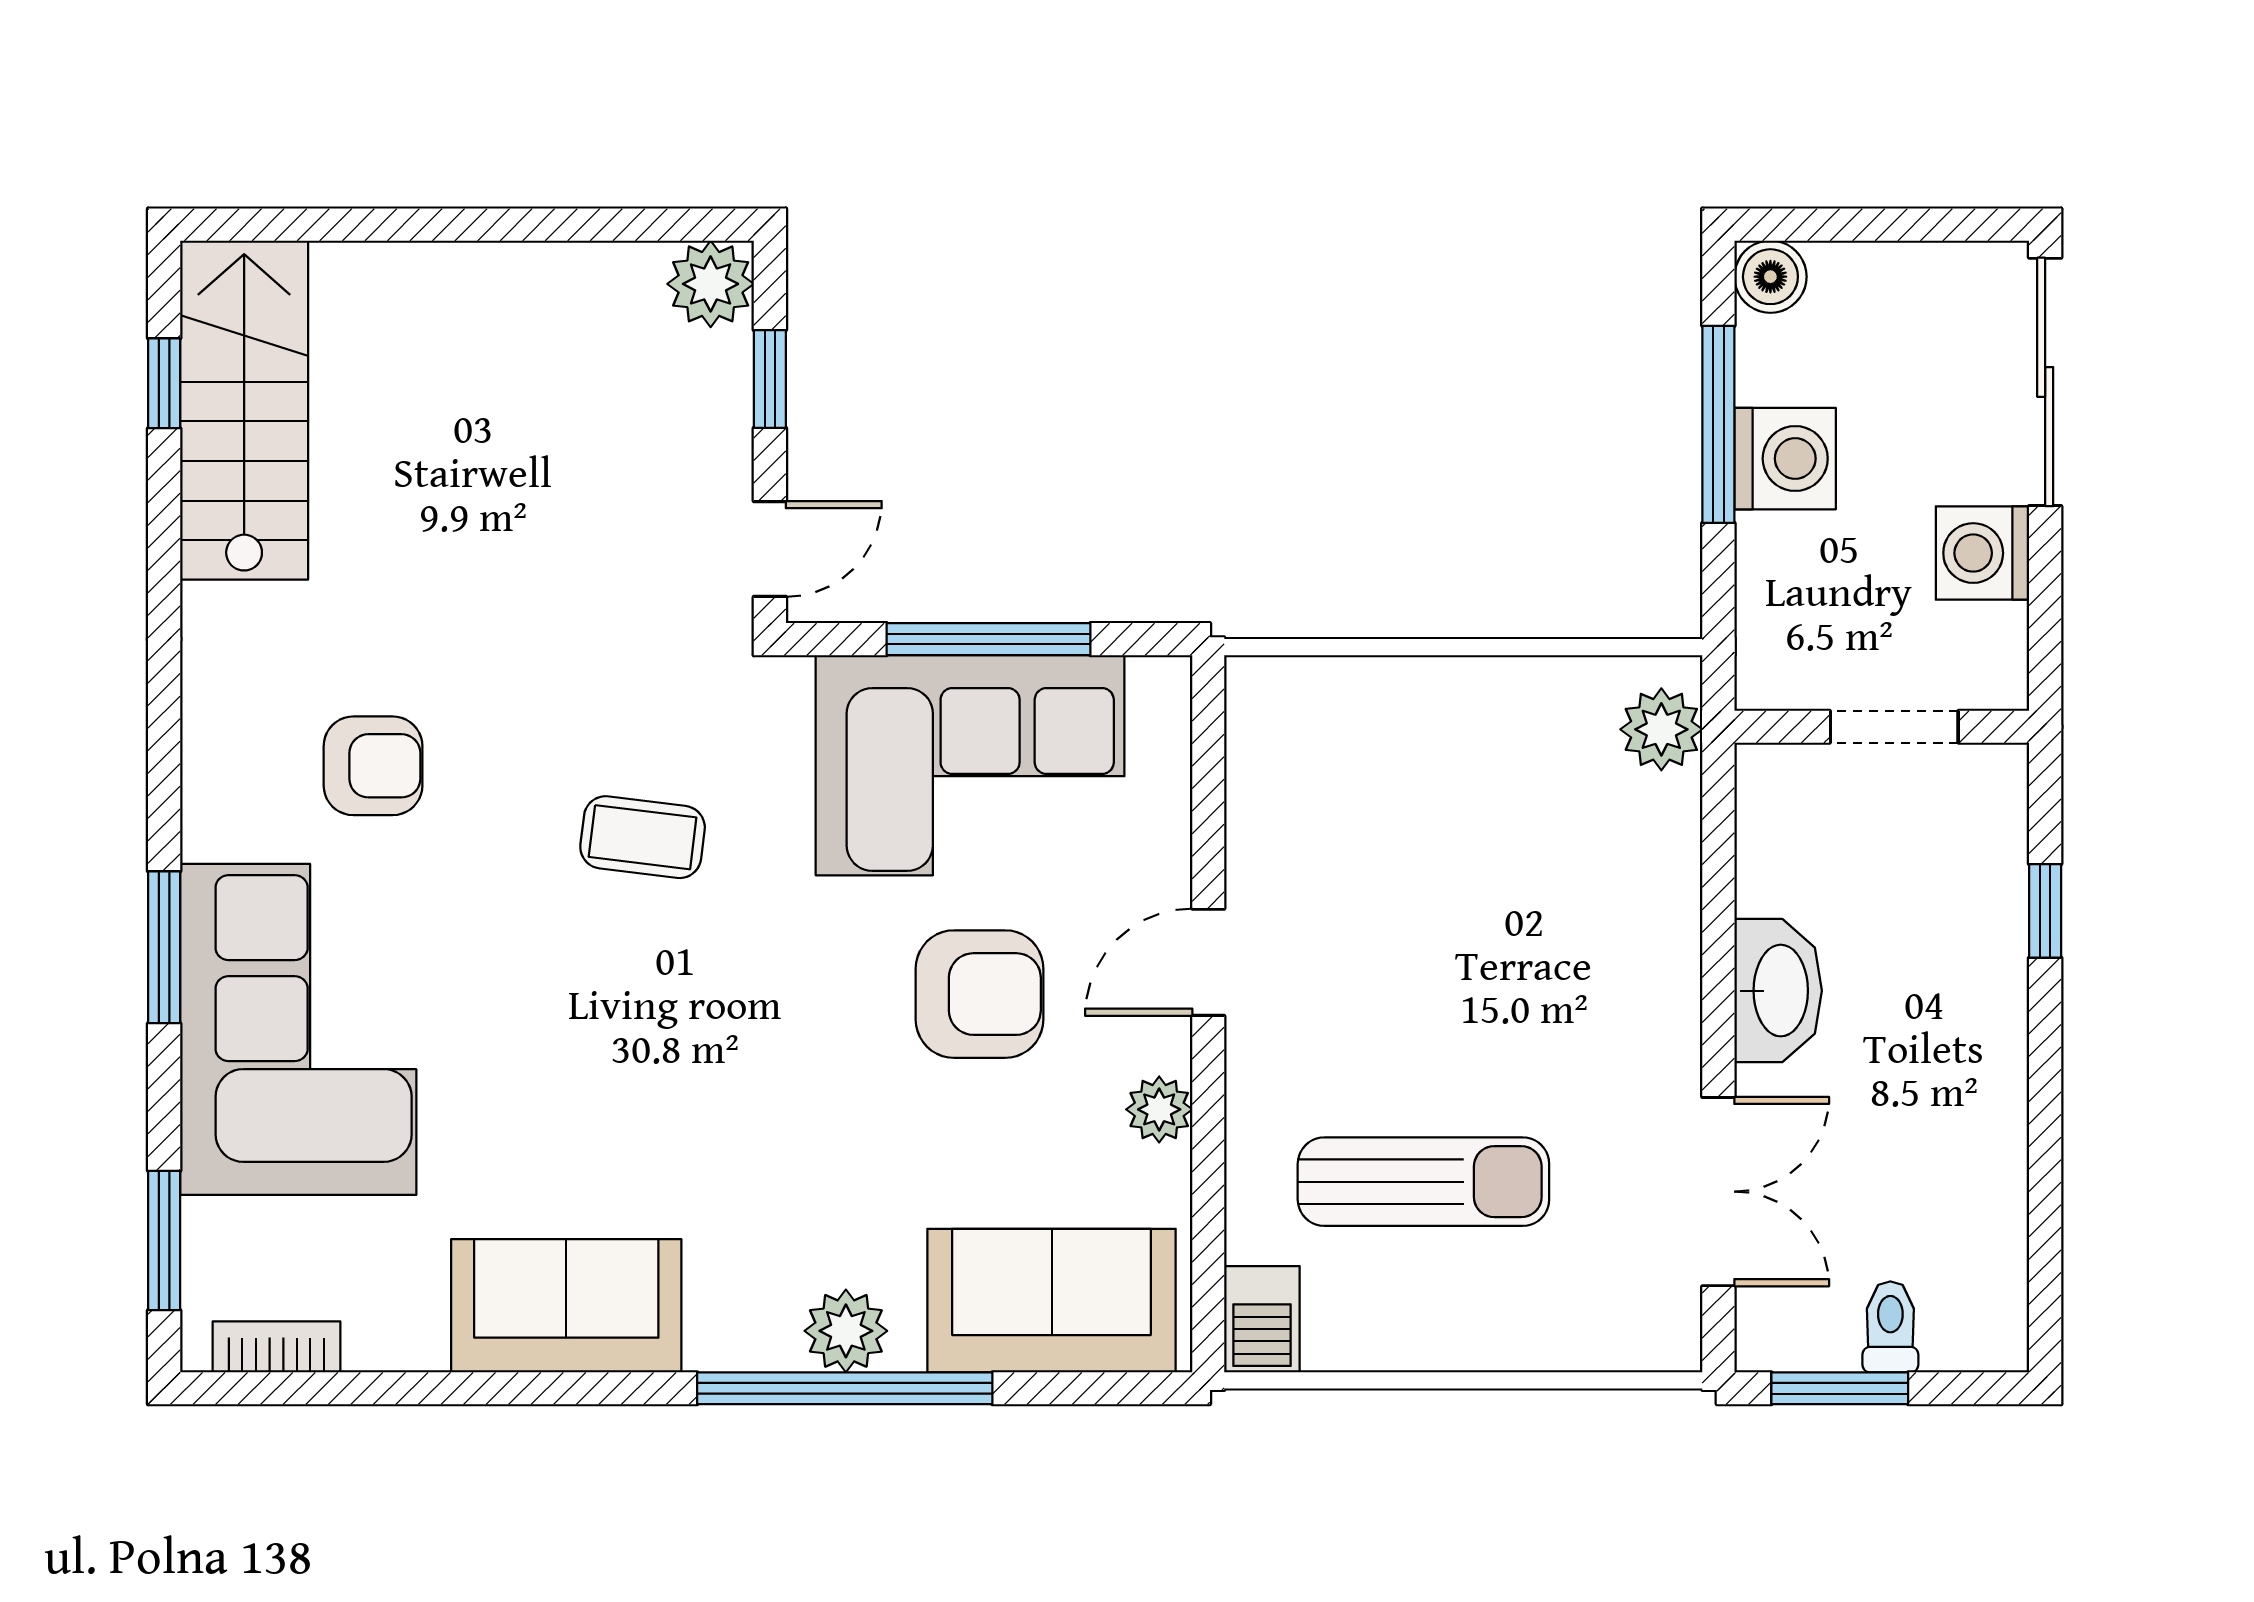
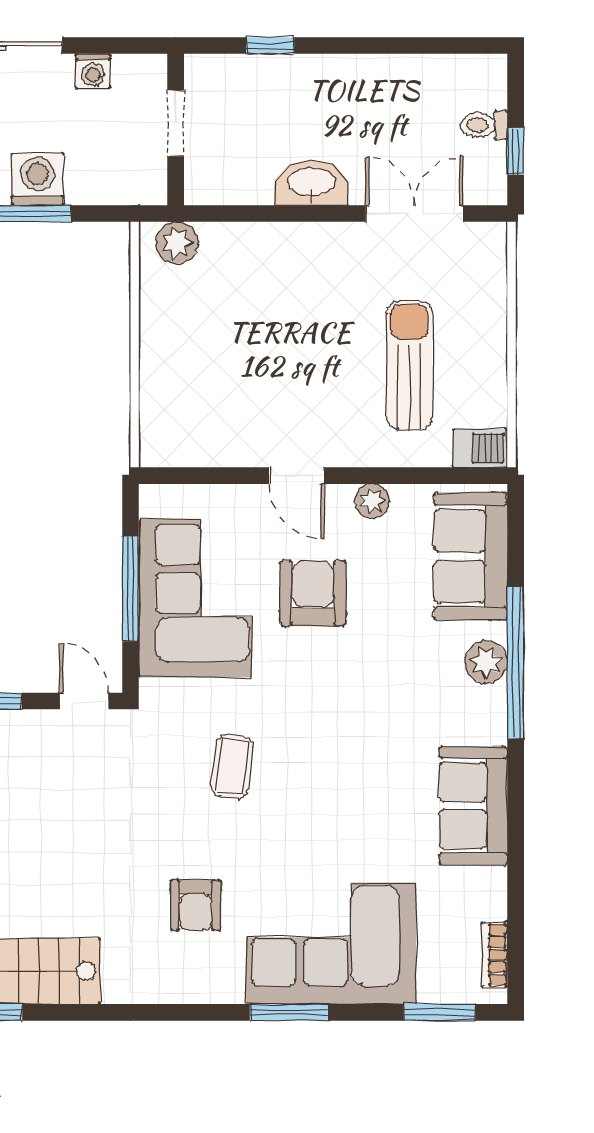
washing machine: (1983, 553) -> (93, 71), width x0.73, depth x0.73
armchair: (373, 766) -> (196, 905), turned 180
window: (1840, 1388) -> (516, 151), width x0.67

